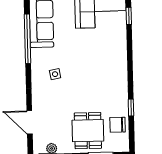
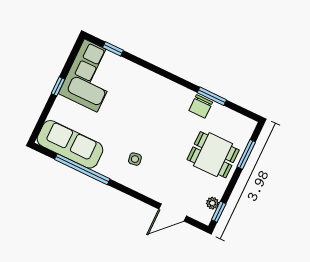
window: (131, 108) -> (212, 96), width x1.50
chair: (118, 125) -> (201, 106), moved

